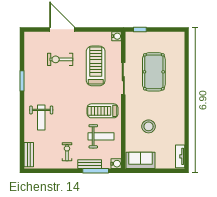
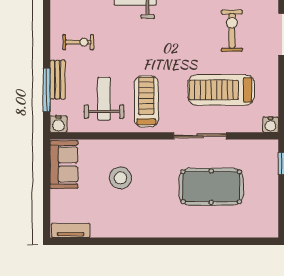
treadmill: (96, 66) -> (221, 90), turned 180
weight bench: (101, 136) -> (104, 99), turned 180

